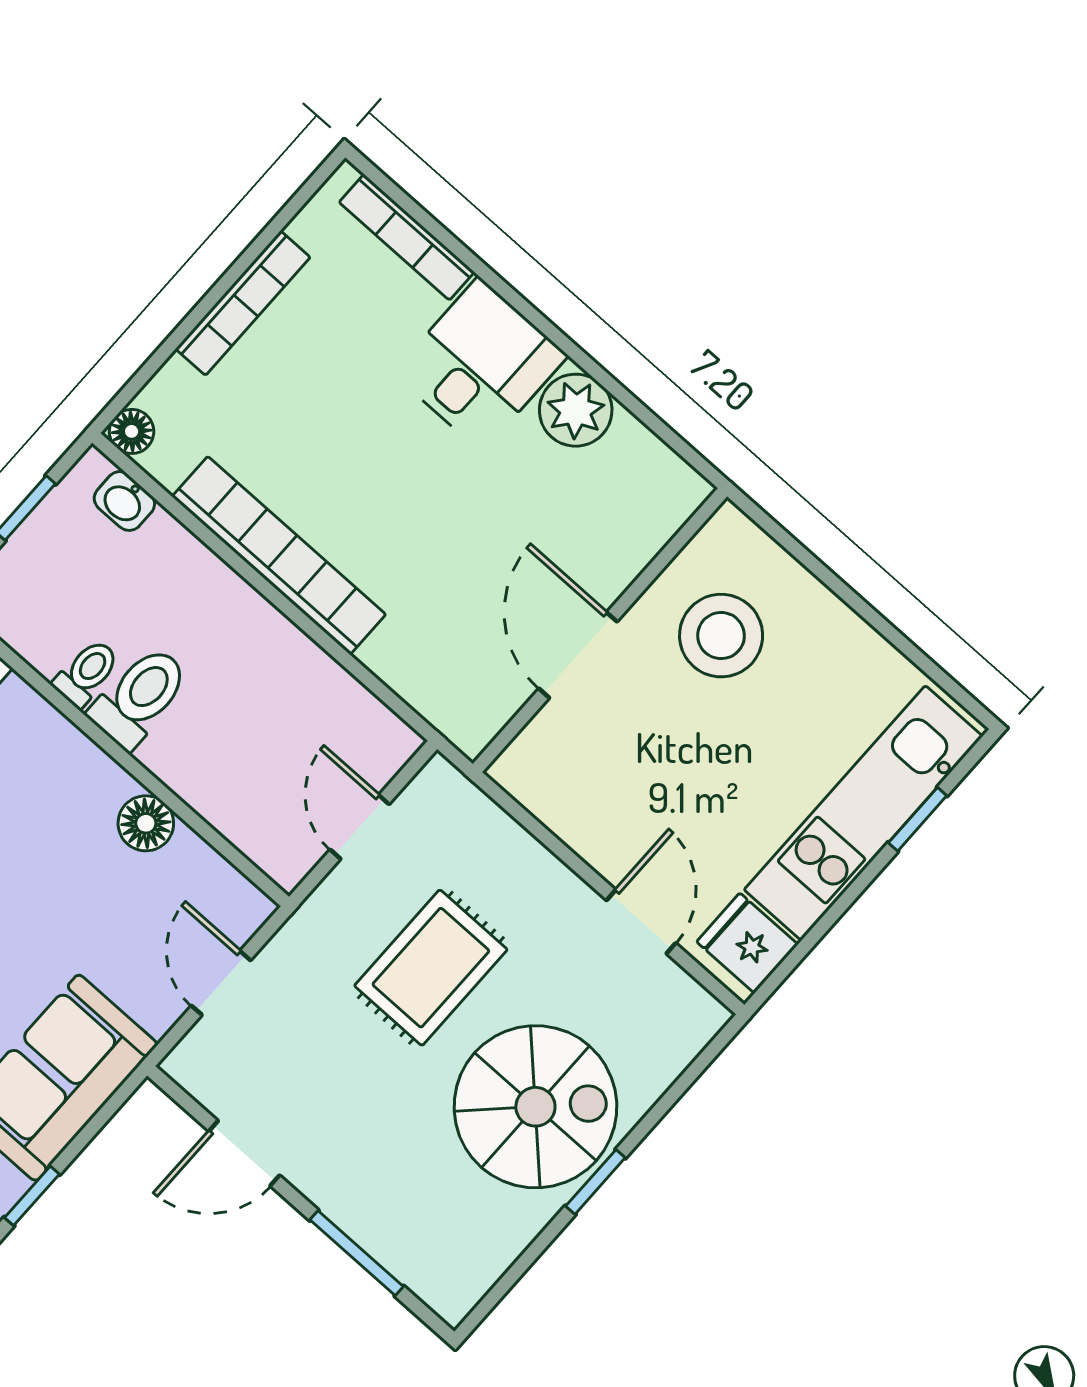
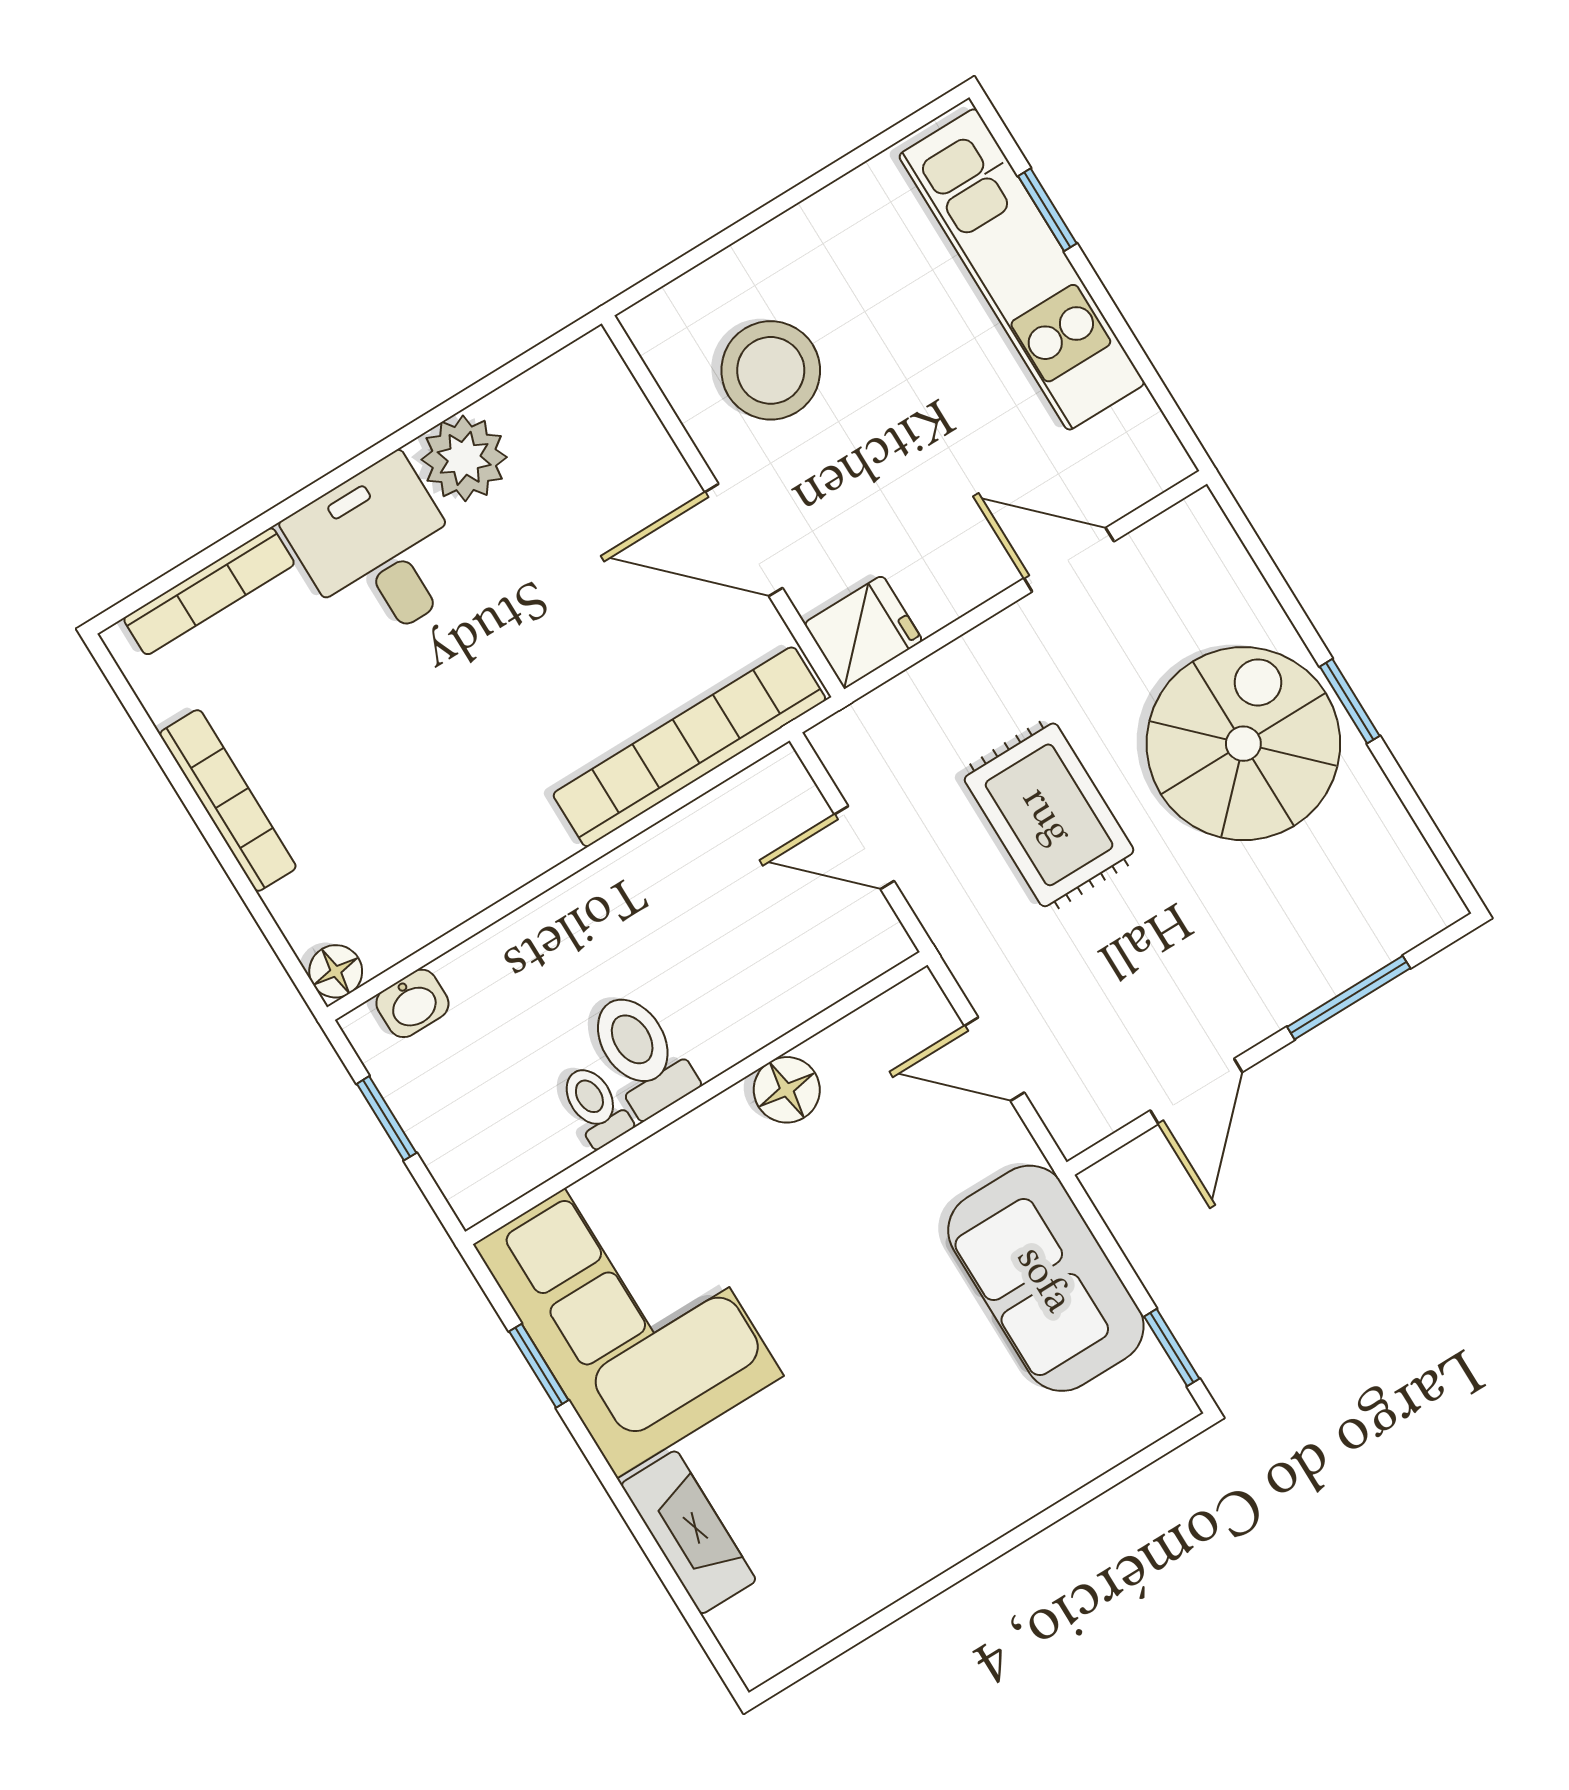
bookcase: (279, 556) -> (689, 747), moved
fridge: (747, 943) -> (863, 632), moved, turned 180

